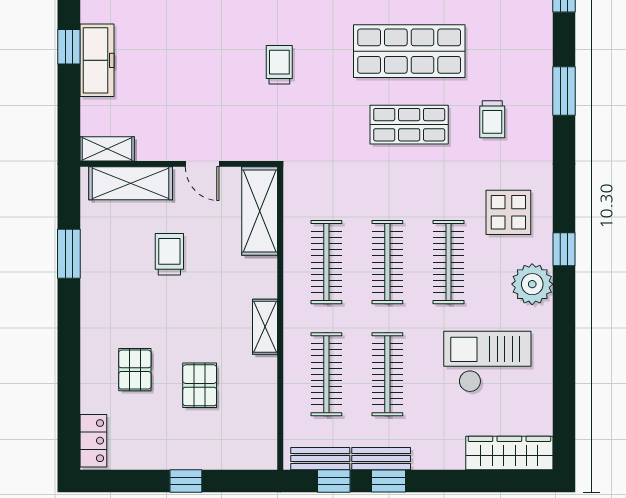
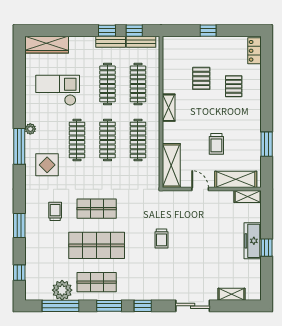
window: (564, 249) -> (19, 146), width x2.17
plant: (532, 284) -> (30, 129), width x0.53, depth x0.53
checkout: (487, 362) -> (58, 90), turned 180

